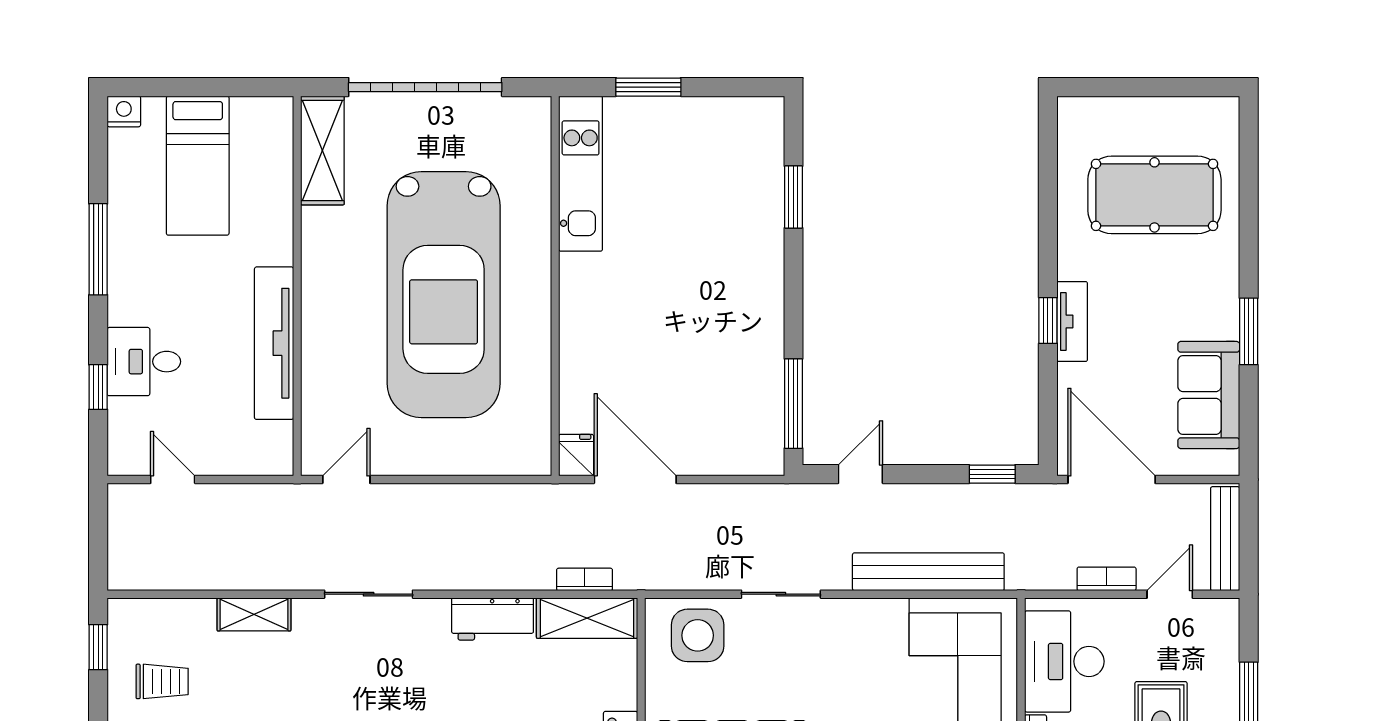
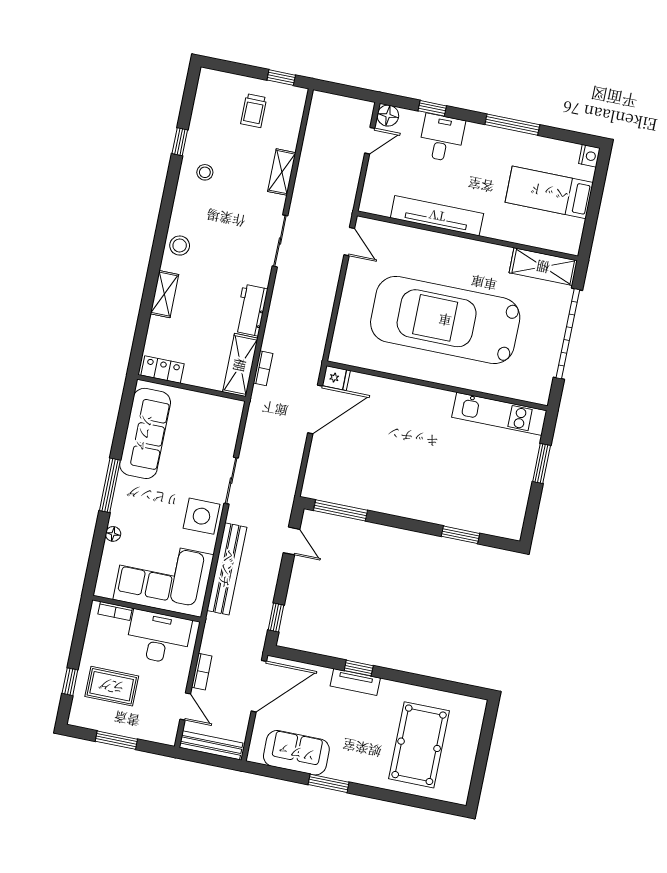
floor lamp: (125, 458) -> (388, 116), added
side table: (698, 635) -> (201, 516), moved

